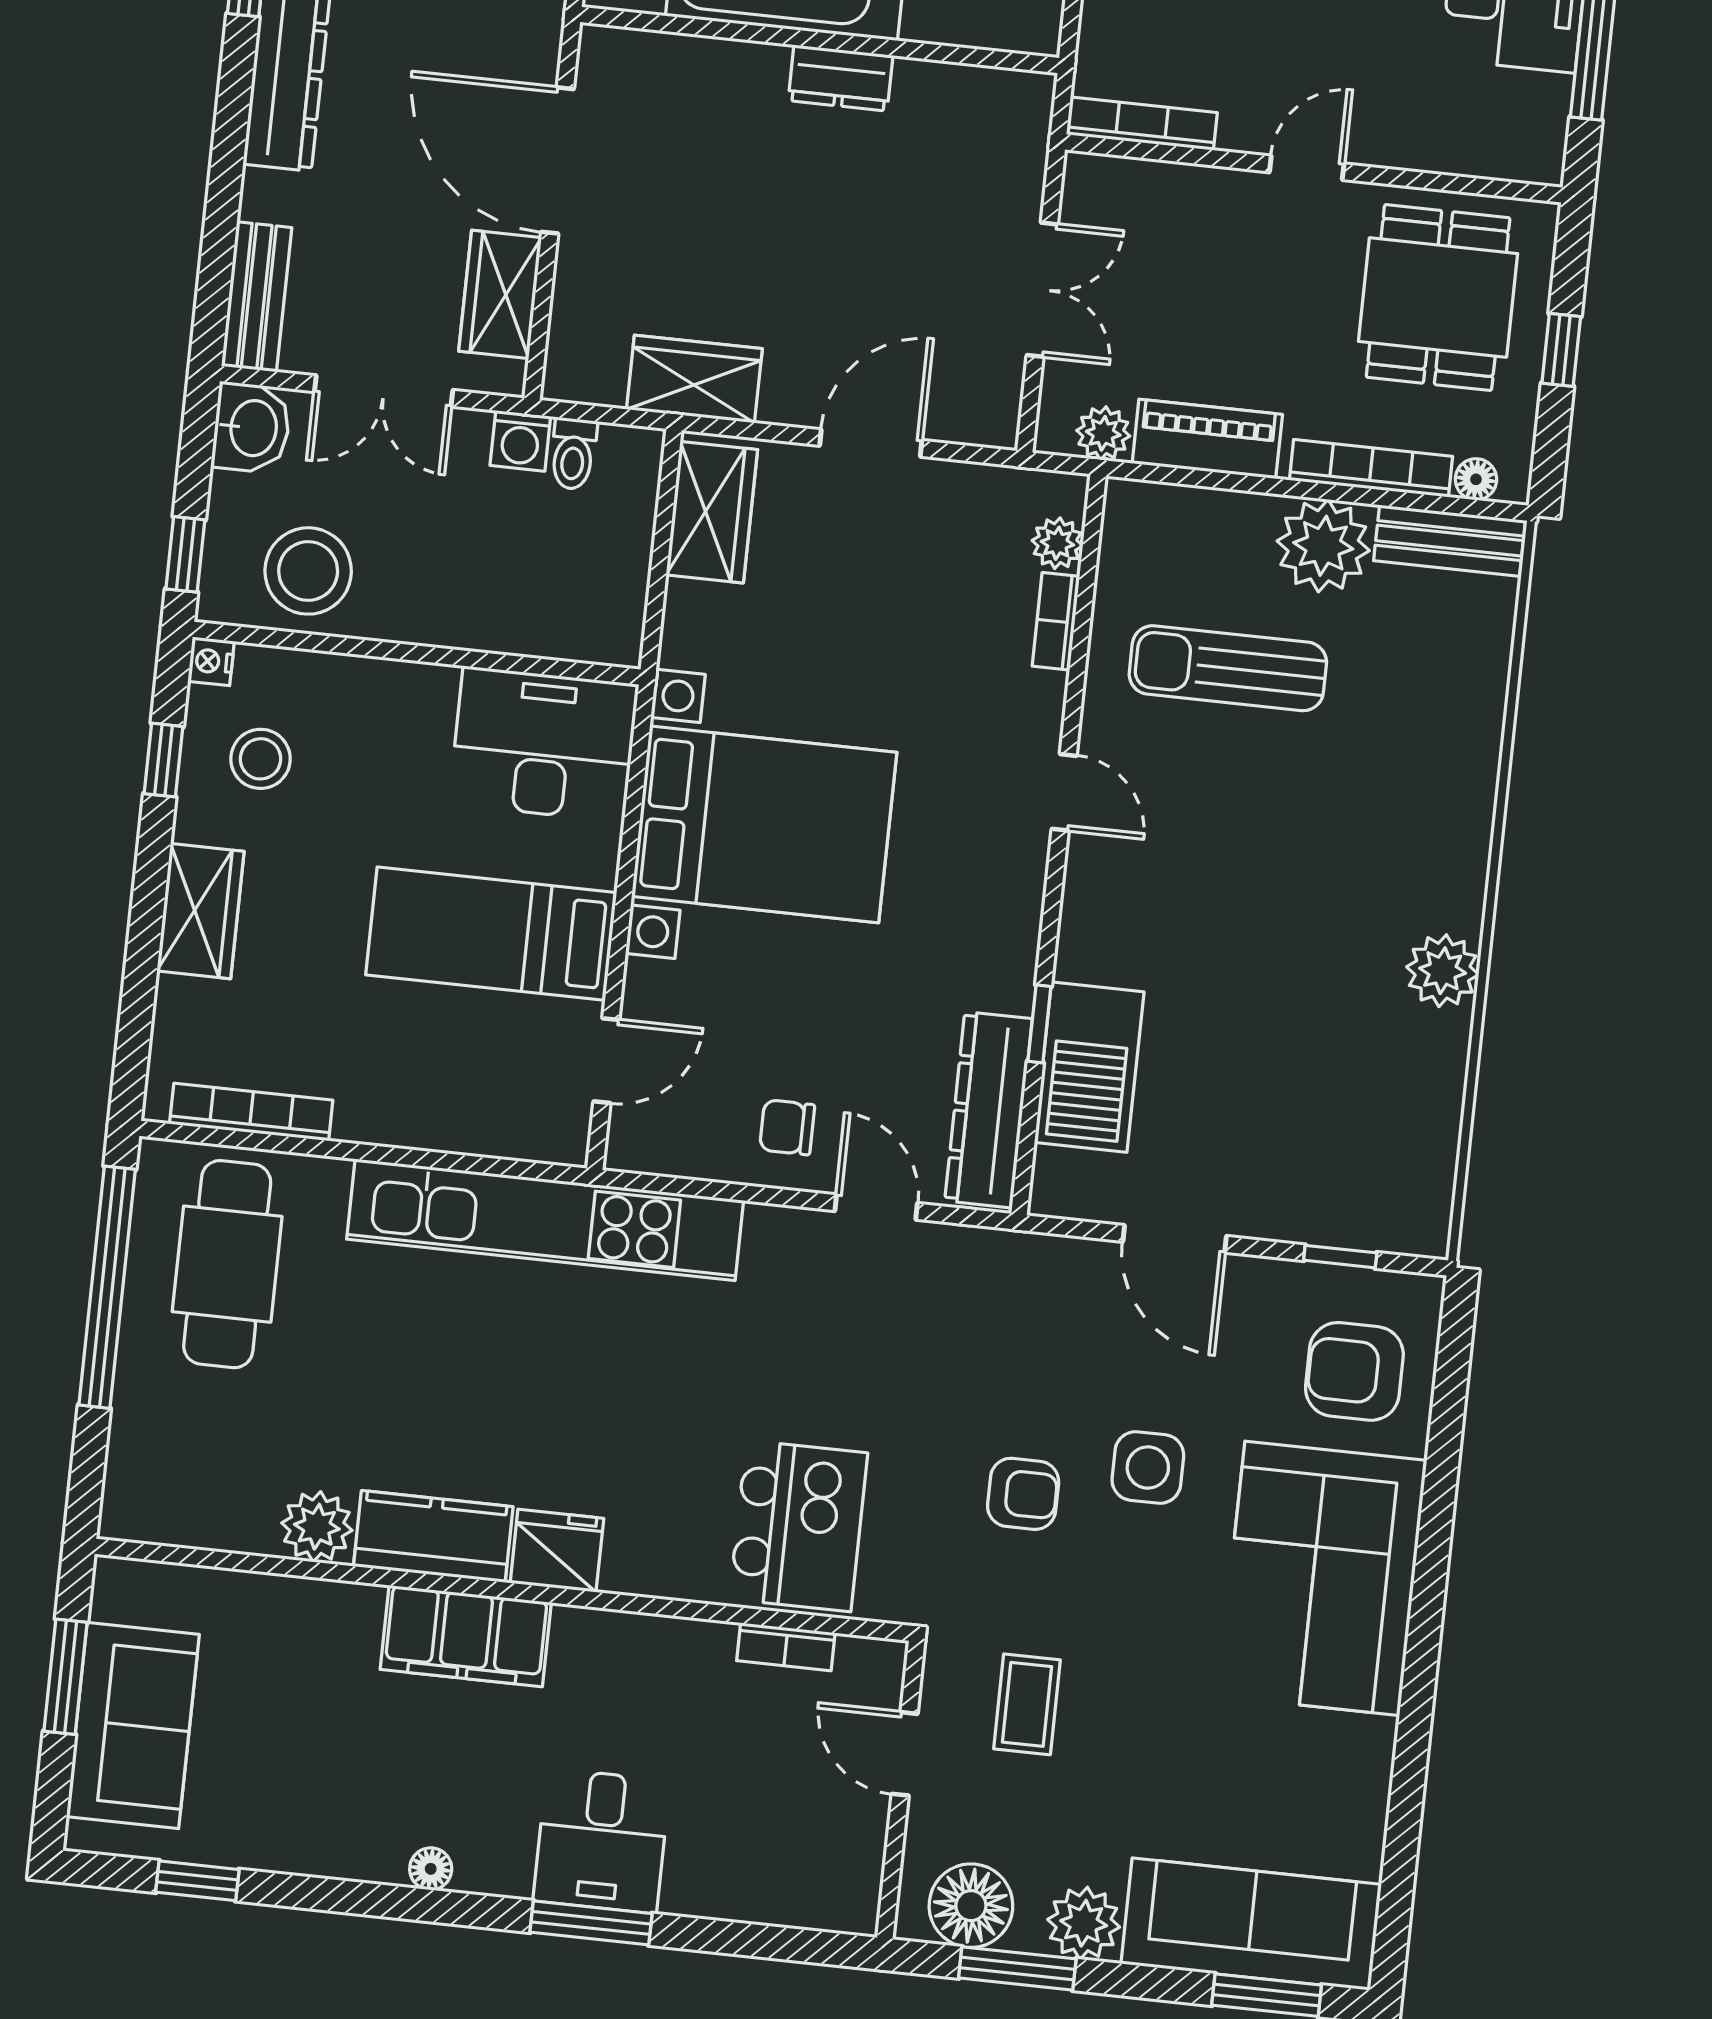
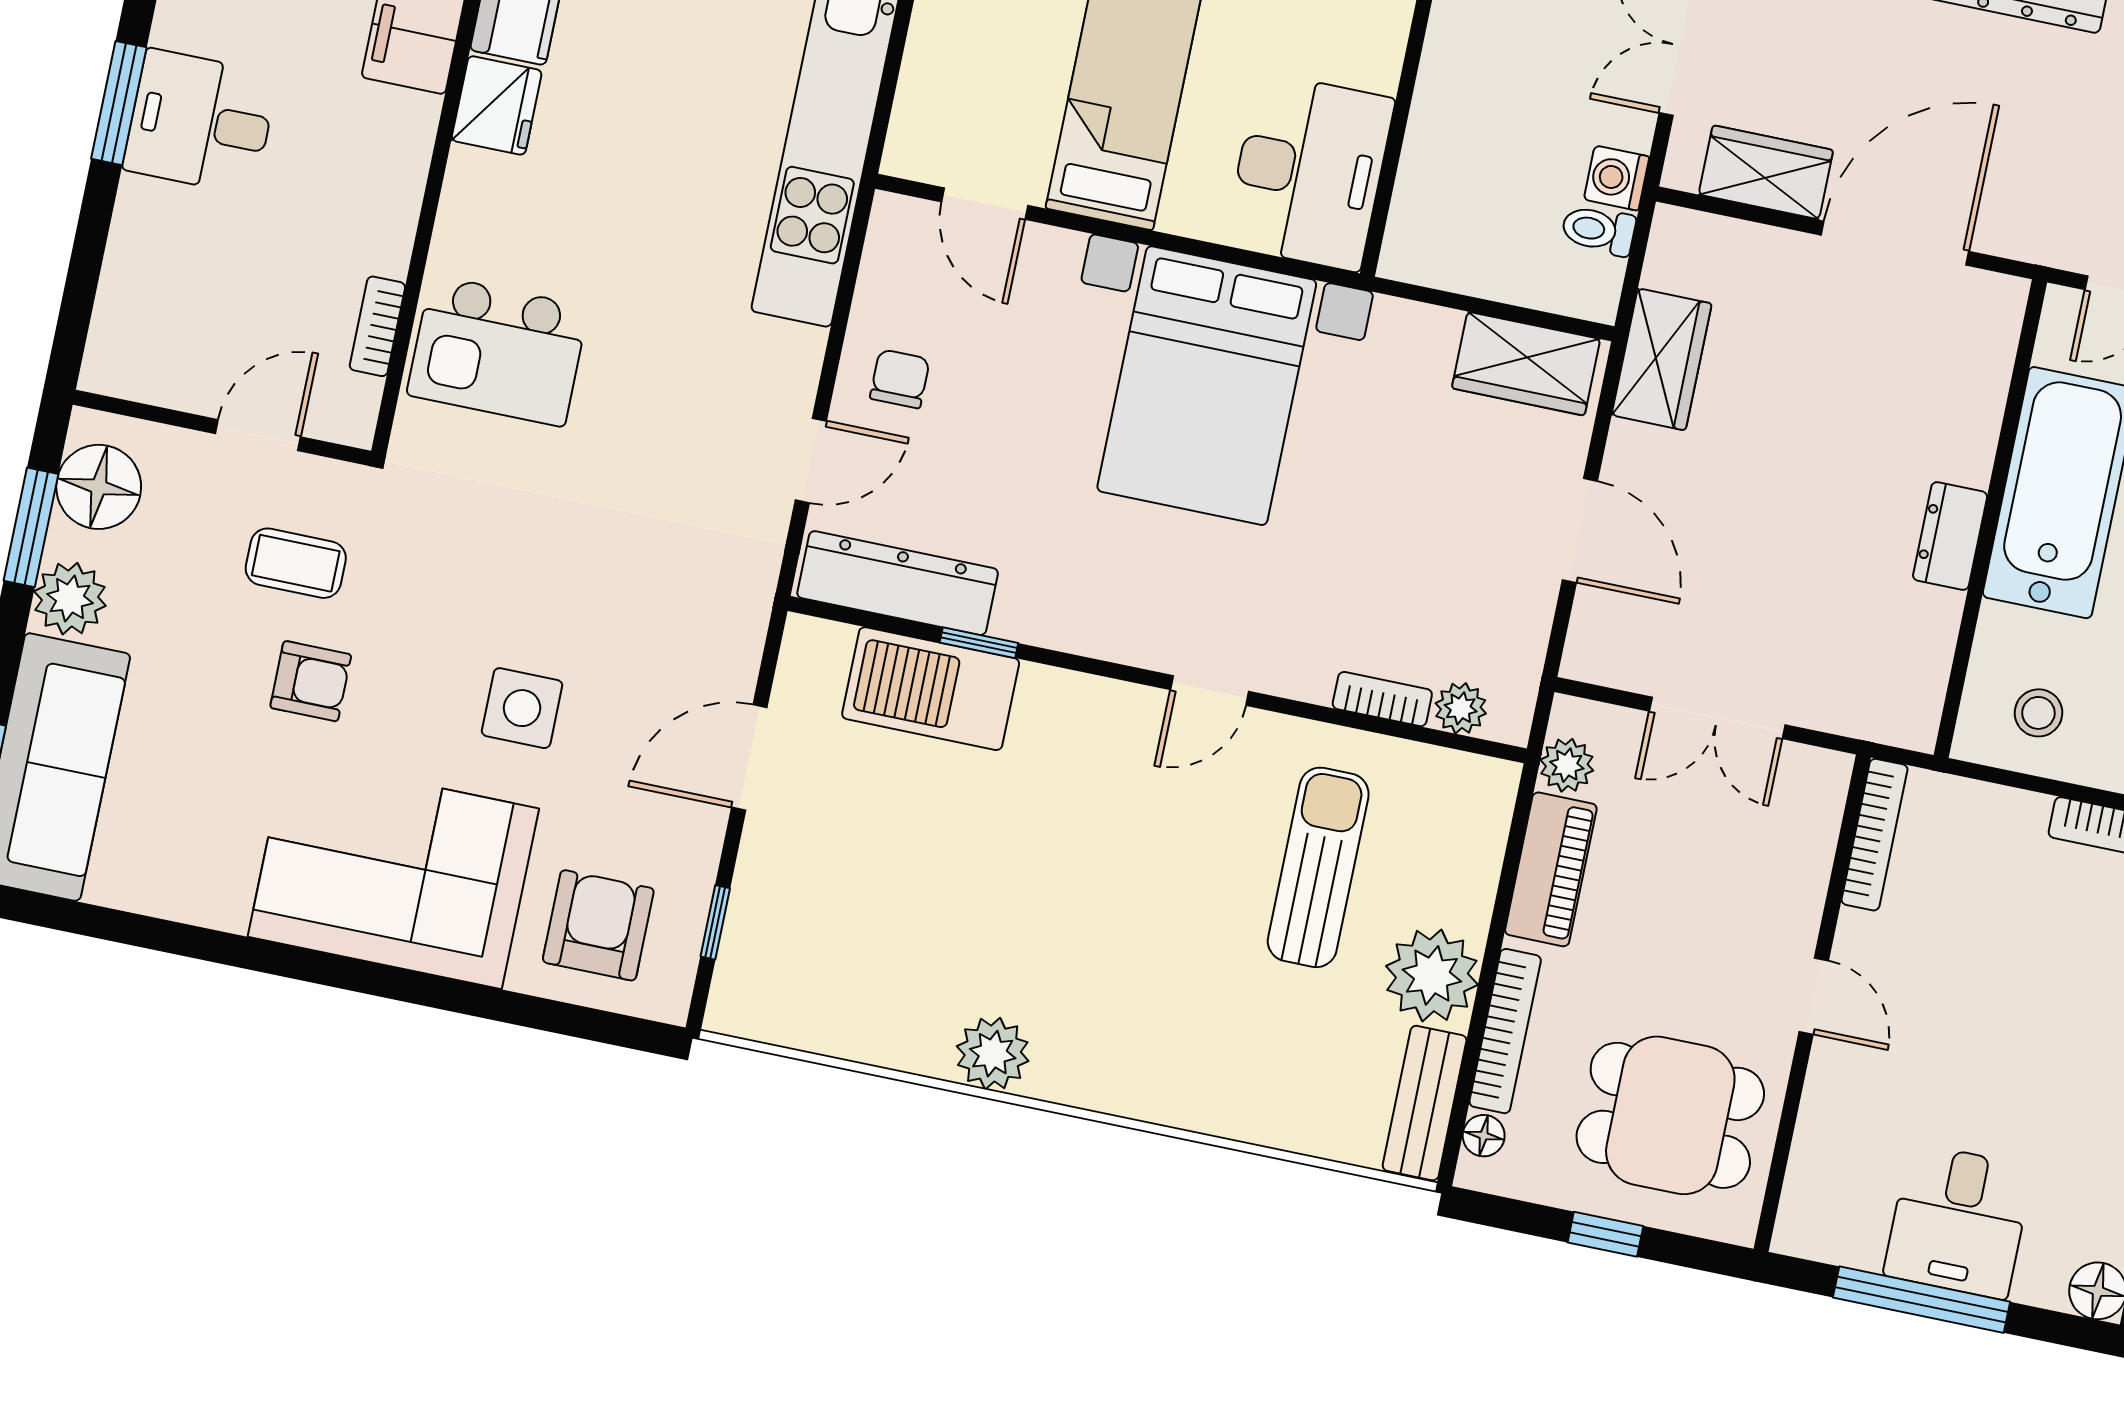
armchair: (1023, 1494) -> (311, 681), moved, turned -90

